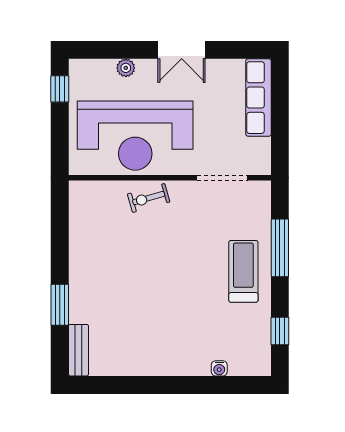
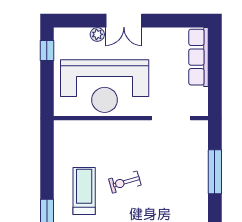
double door: (182, 50) -> (124, 21), moved
exercise bike: (149, 198) -> (125, 182), moved
treadmill: (243, 271) -> (84, 191), moved

